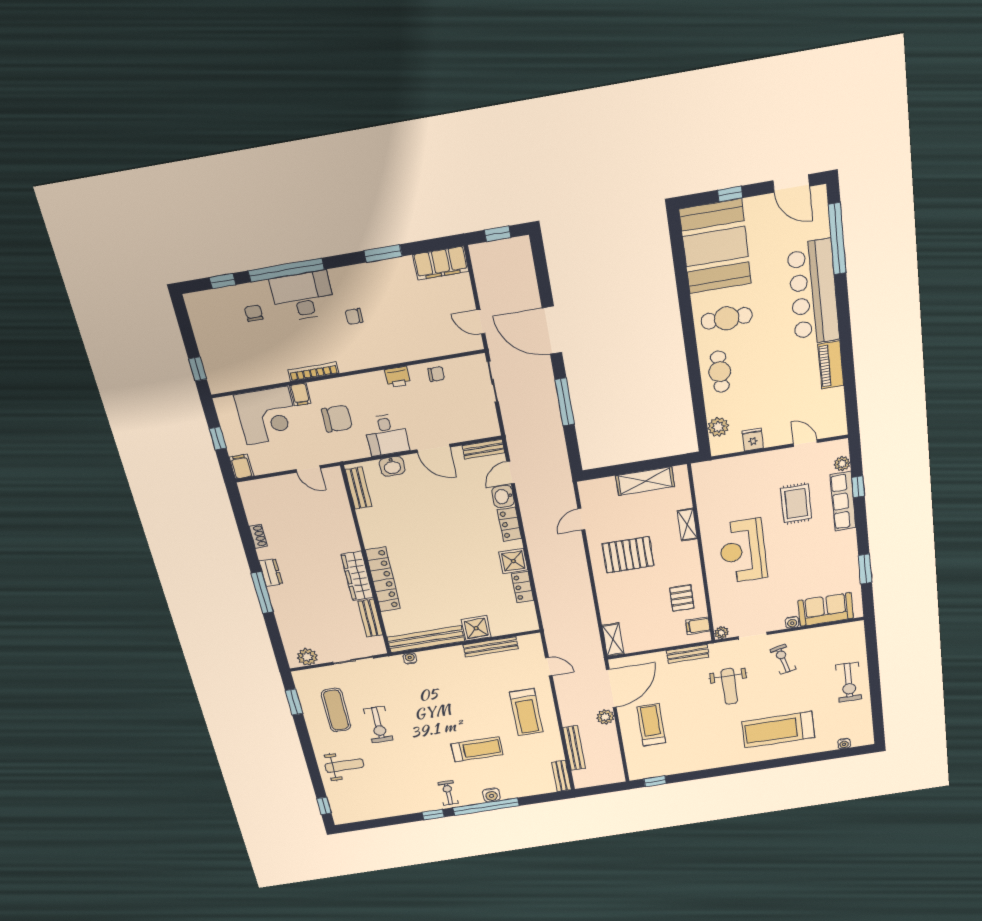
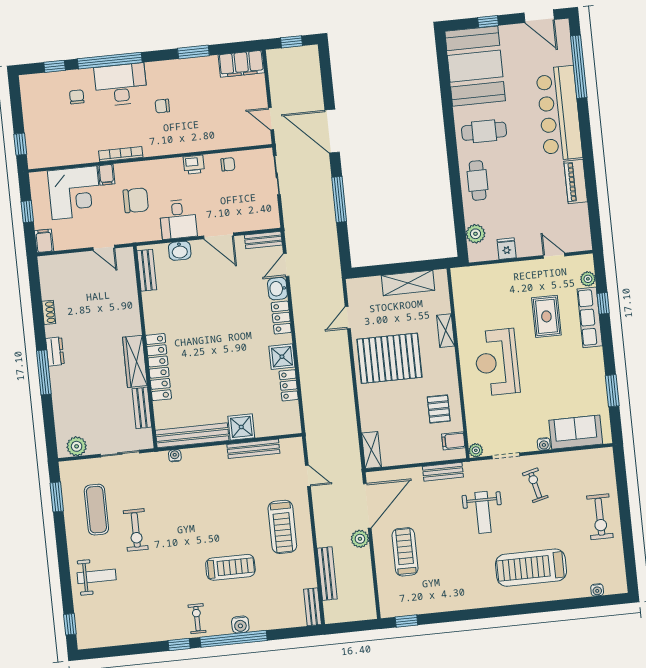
pallet: (628, 555) -> (389, 358), width x1.37, depth x1.41

